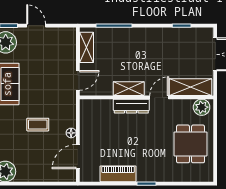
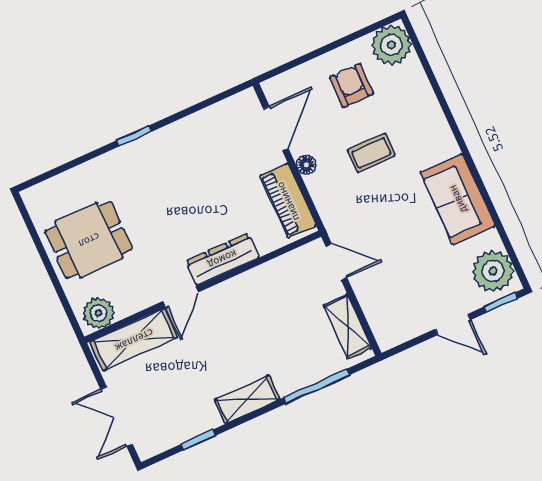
door: (78, 80) -> (336, 262), swing flipped
shelving: (129, 89) -> (247, 399), moved
dining table: (191, 144) -> (89, 240), turned 90
armchair: (33, 161) -> (351, 86), added
piano: (118, 174) -> (288, 201), moved, turned 90

